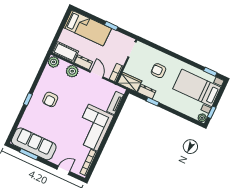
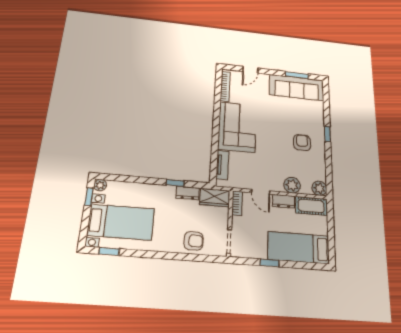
armchair: (158, 71) -> (194, 241), moved

